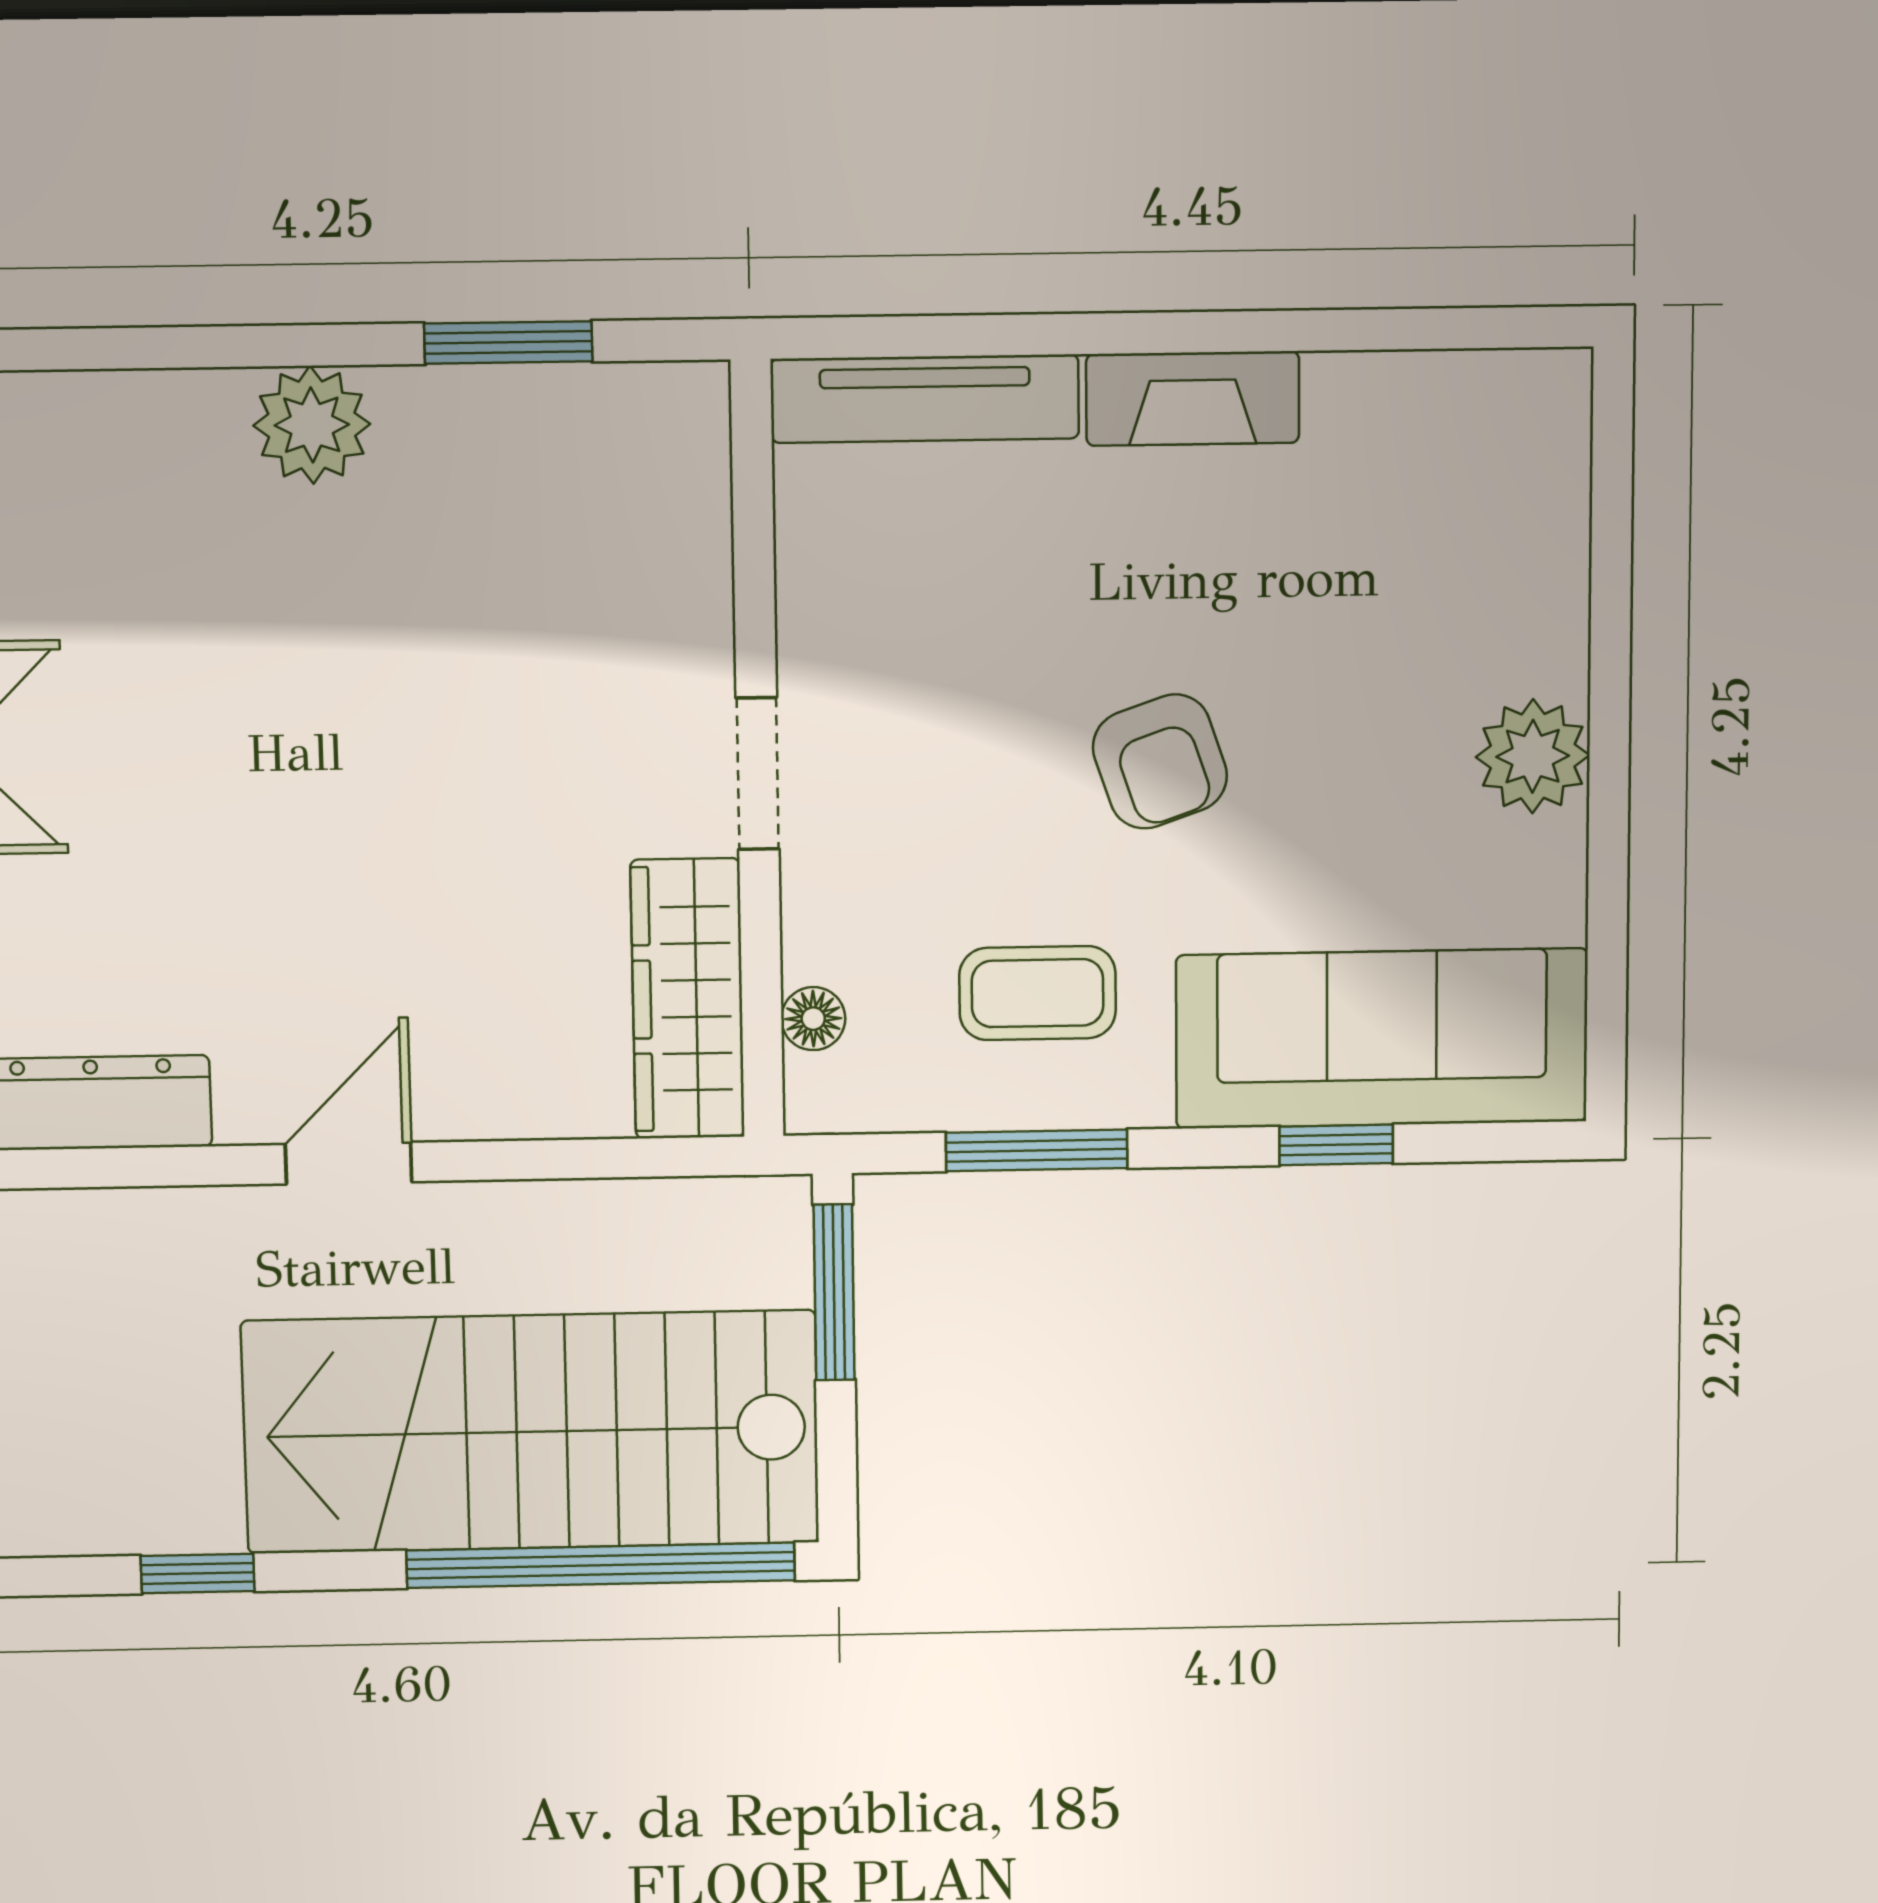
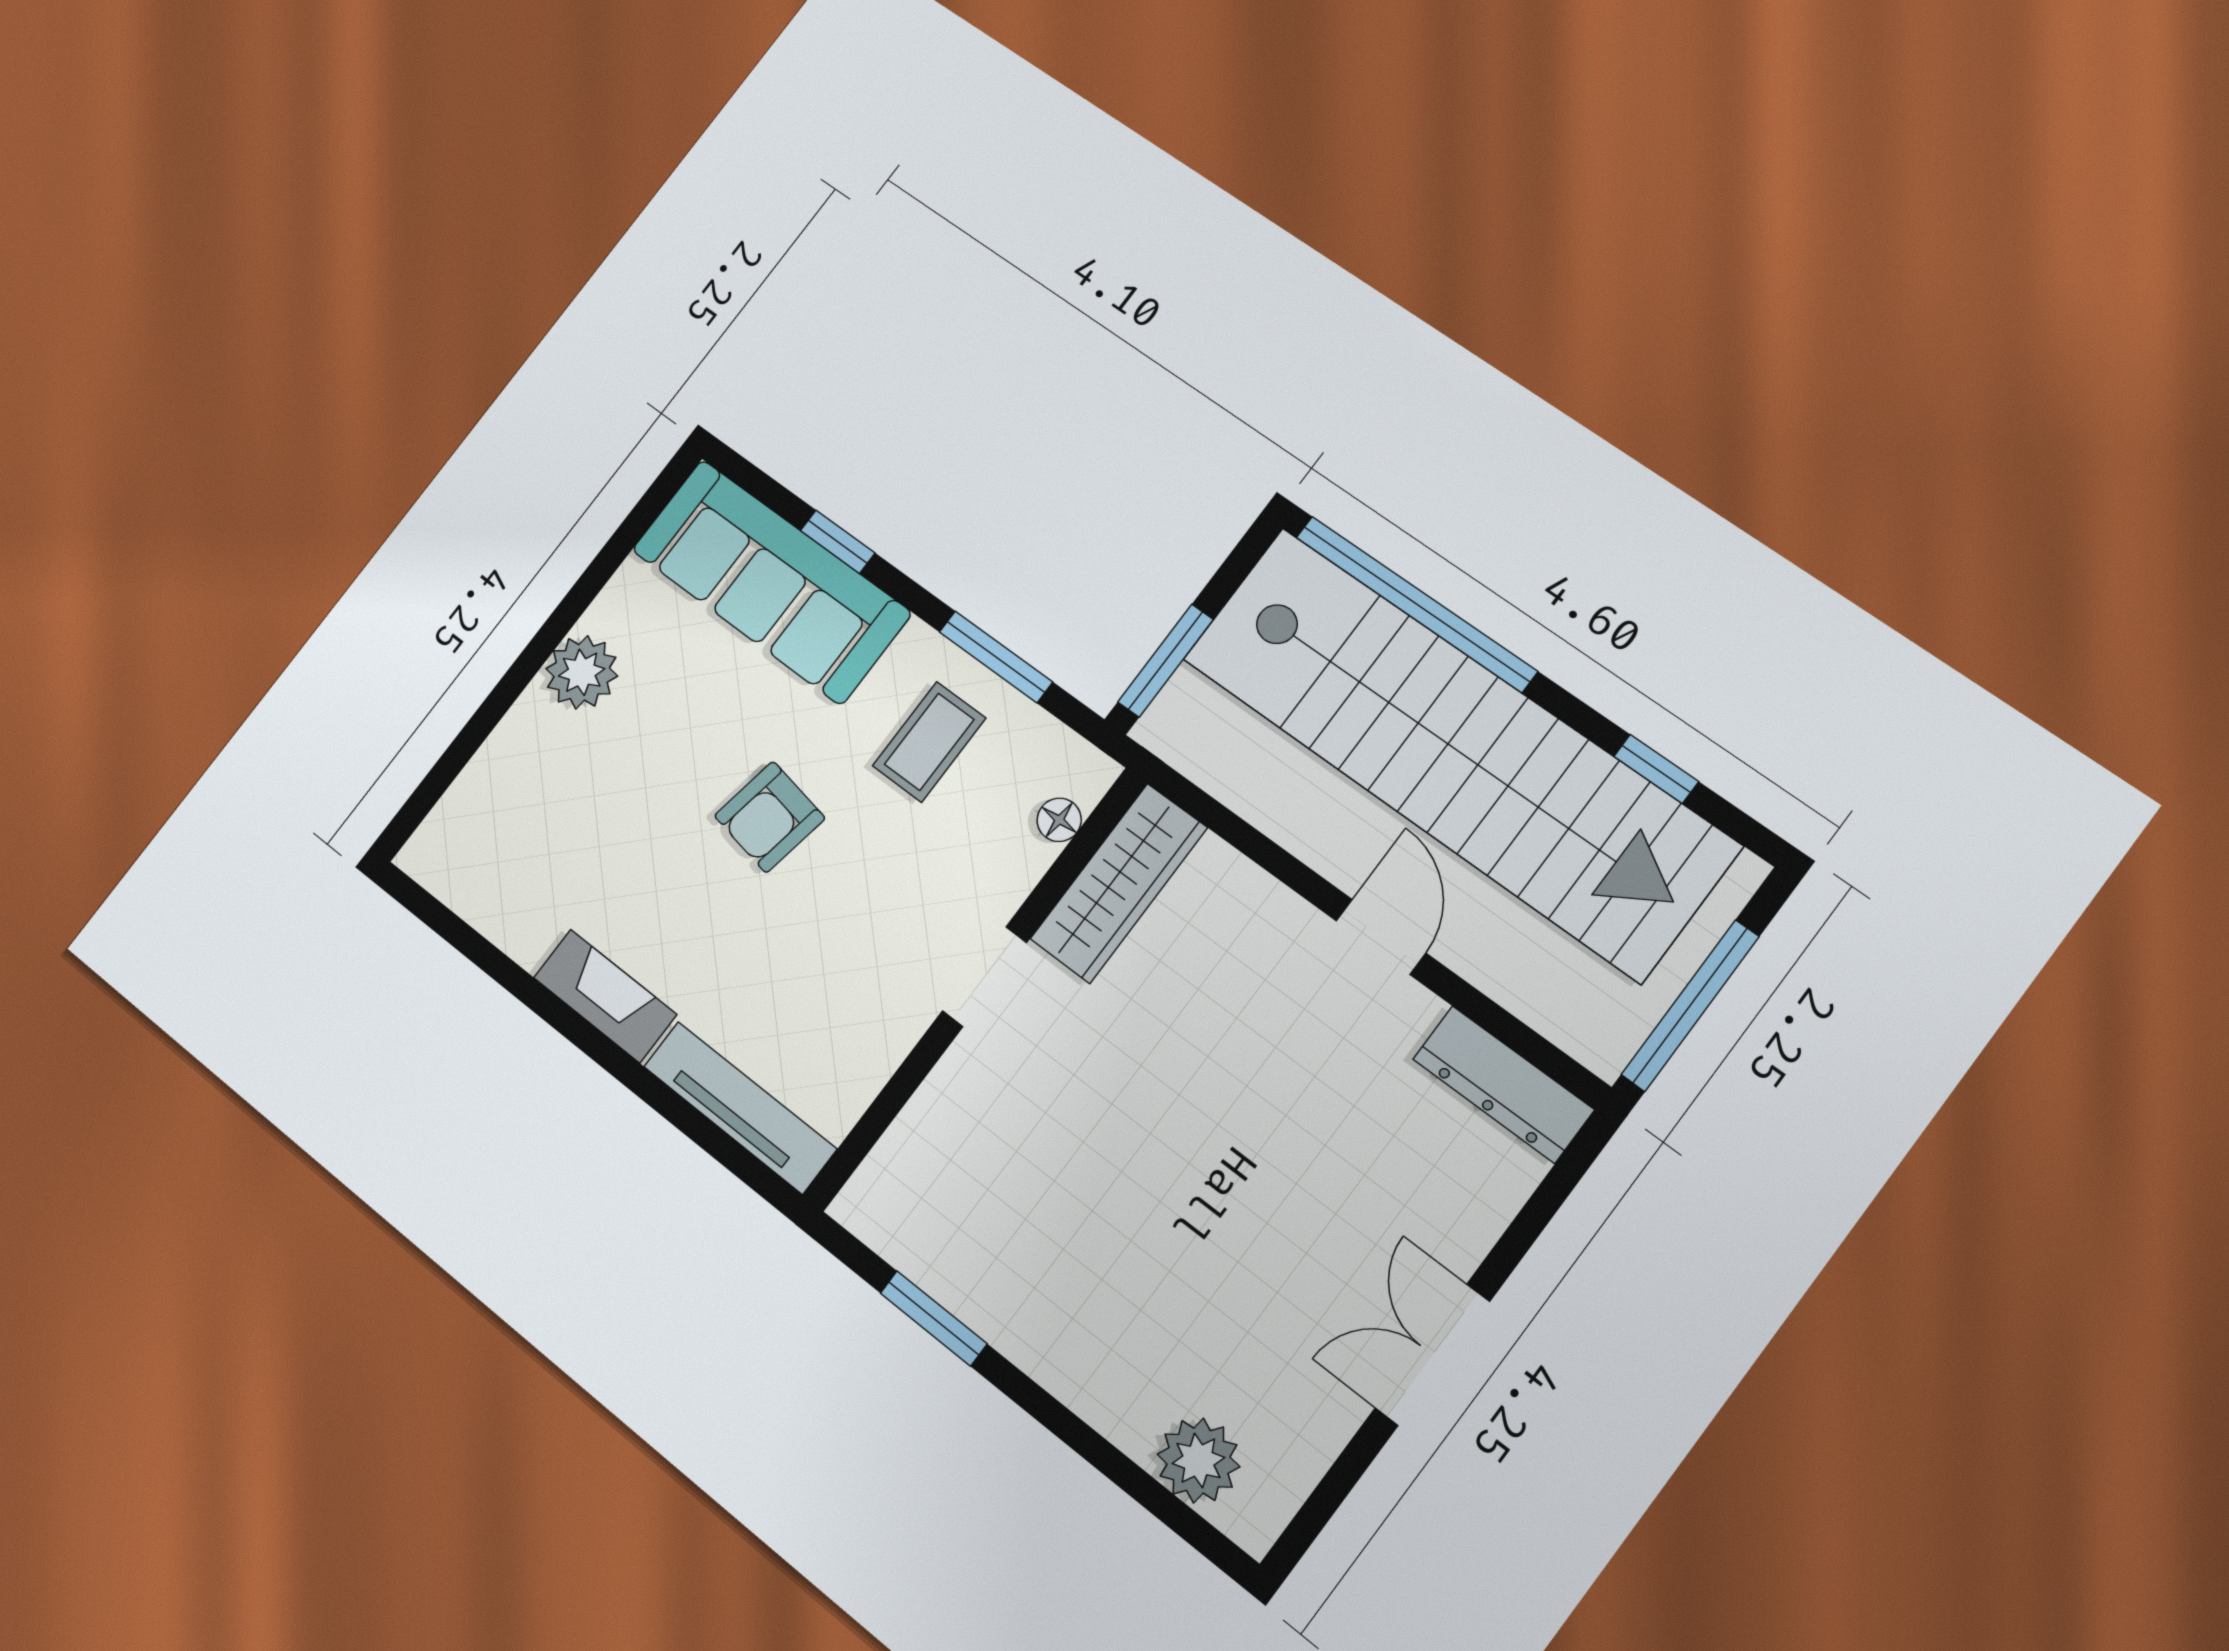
plant: (312, 425) -> (1198, 1460), moved
armchair: (1160, 761) -> (770, 817), turned -151
coffee table: (1038, 993) -> (929, 742), turned 90
door: (349, 1163) -> (1381, 937), swing flipped
stairs: (531, 1432) -> (1457, 750), width x1.36

